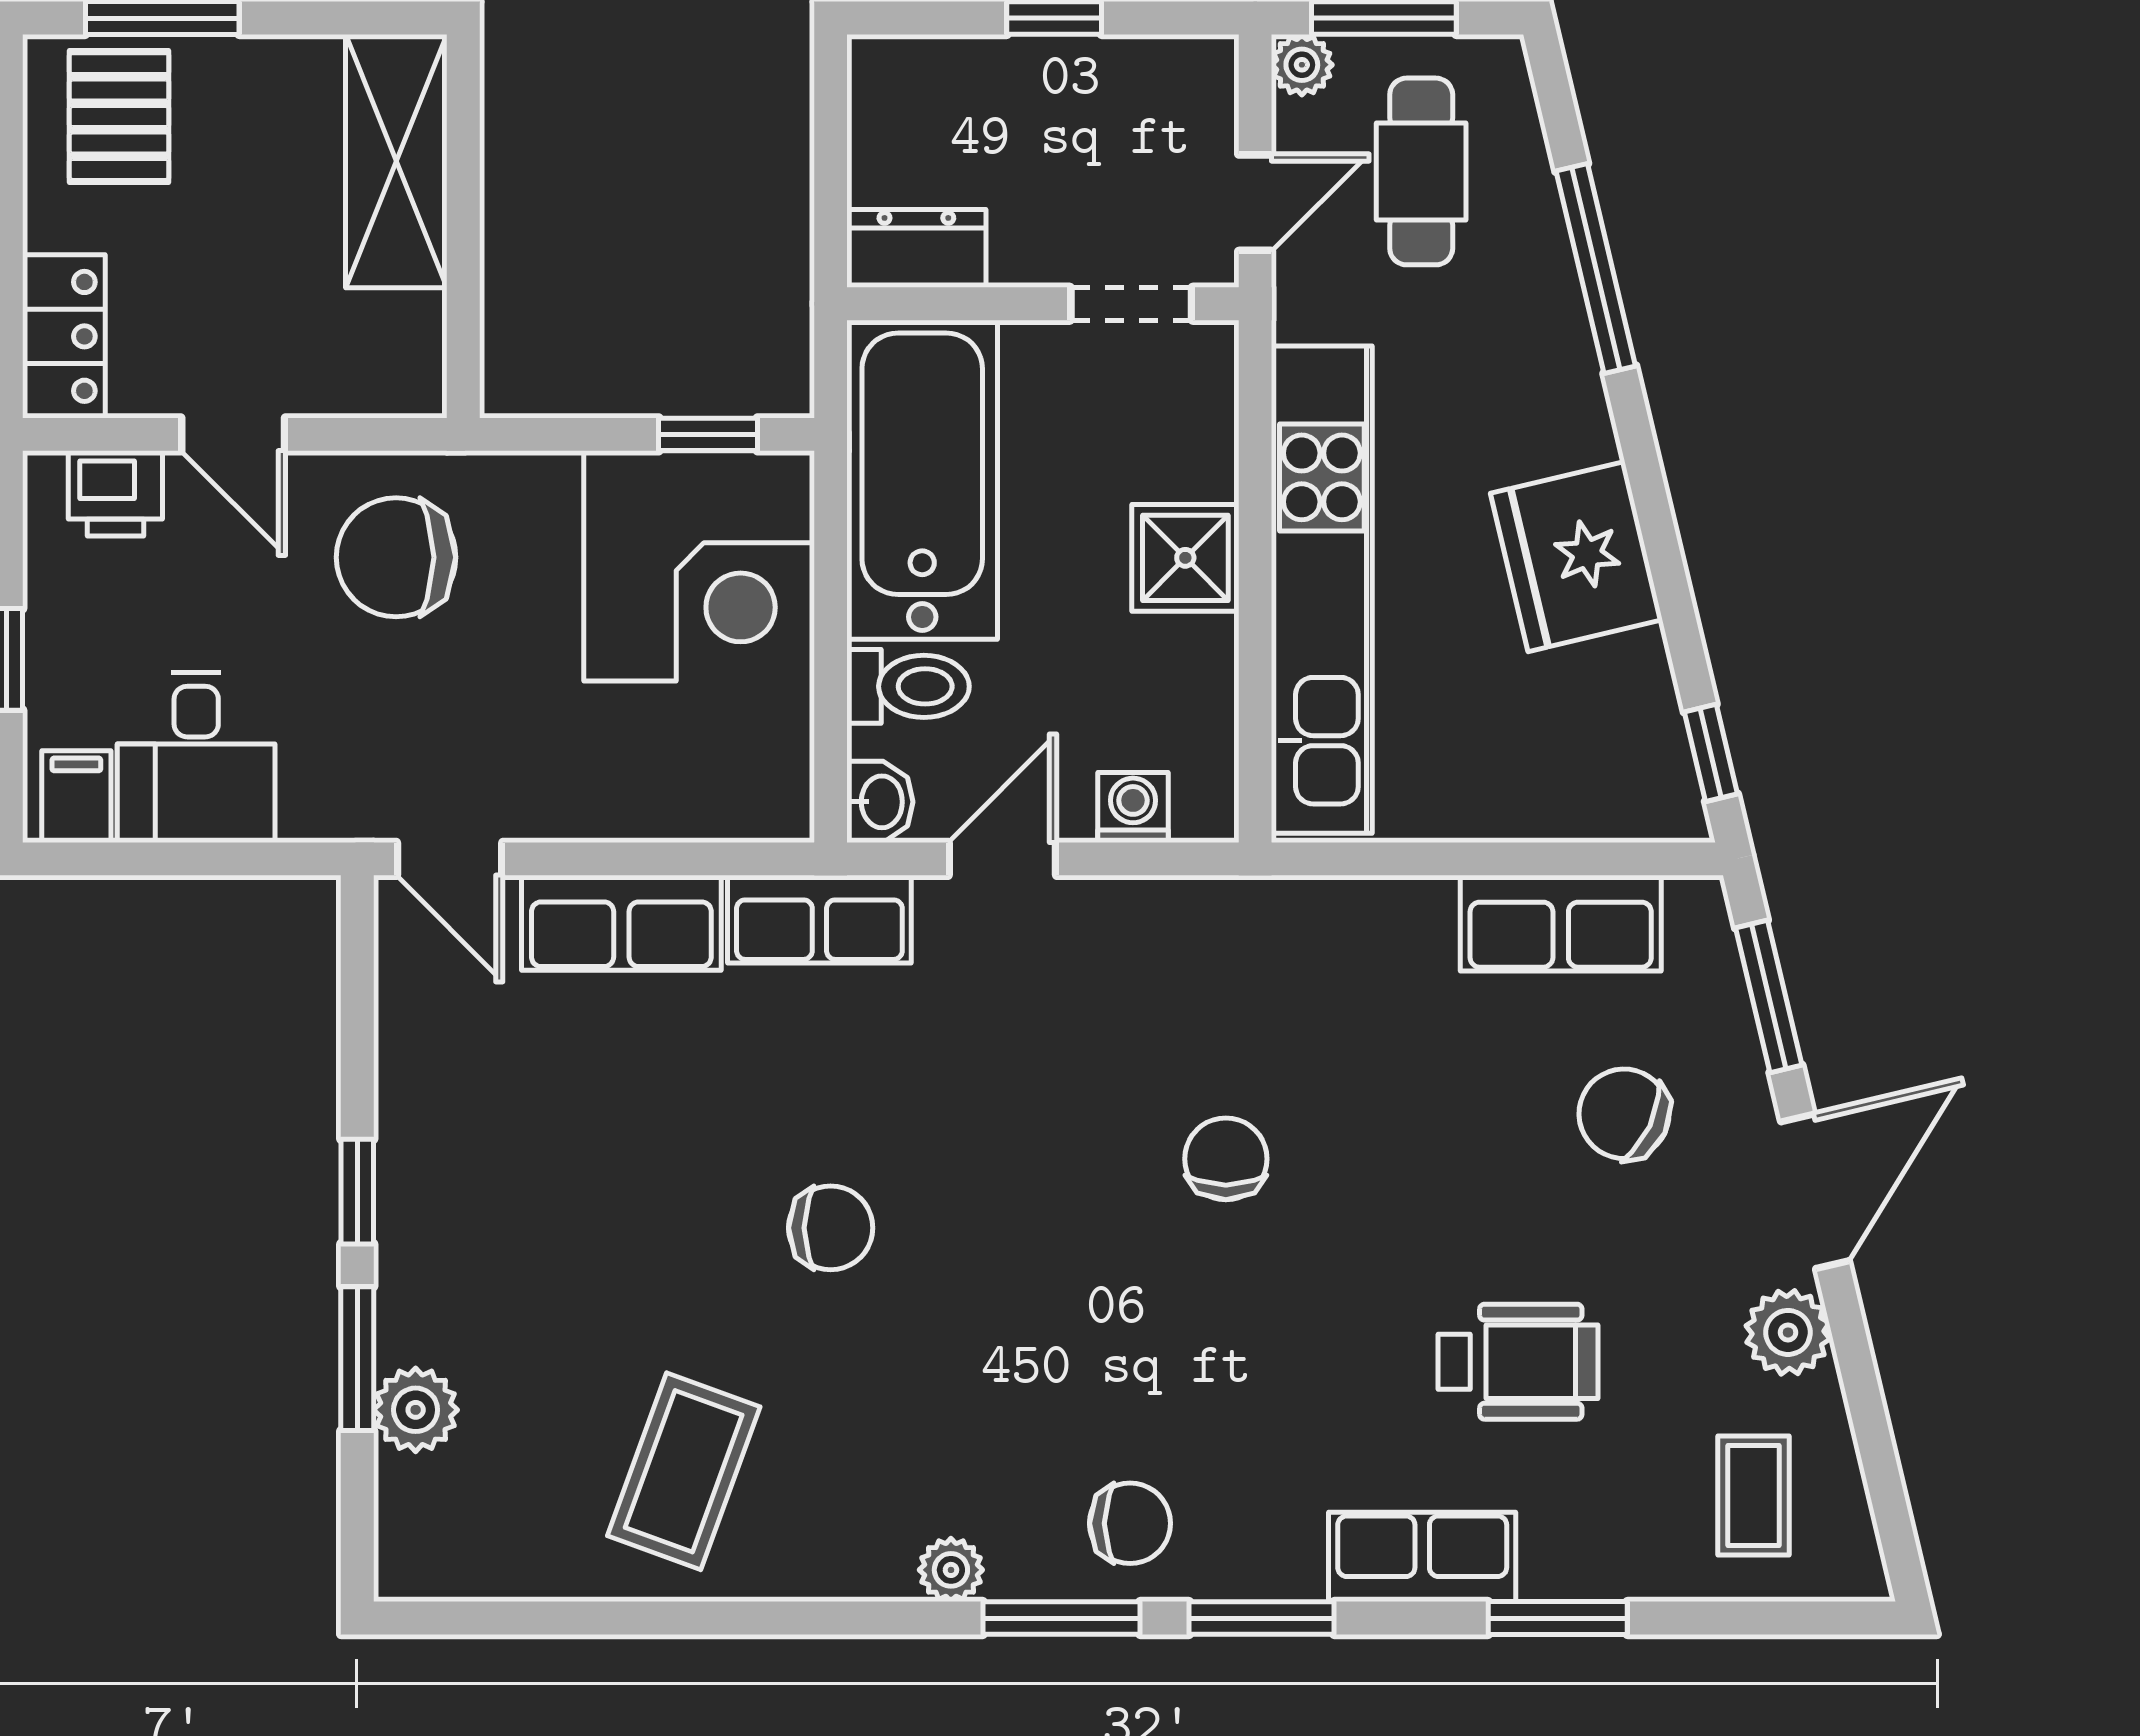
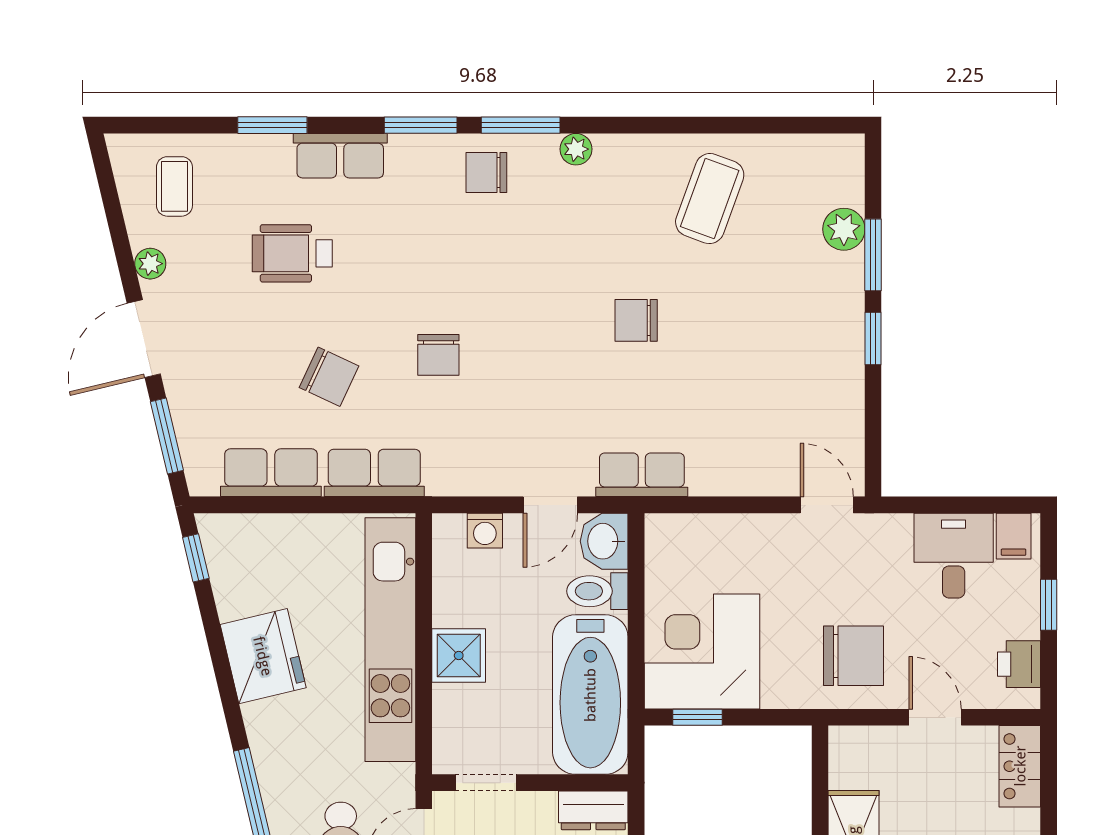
printer: (115, 493) -> (1019, 664), moved, turned -90
washbasin: (880, 802) -> (604, 541), width x1.38, depth x1.45
row of seats: (621, 923) -> (374, 473), moved
chair: (1624, 1114) -> (329, 377), moved
plant: (1788, 1332) -> (150, 264), width x0.73, depth x0.73

